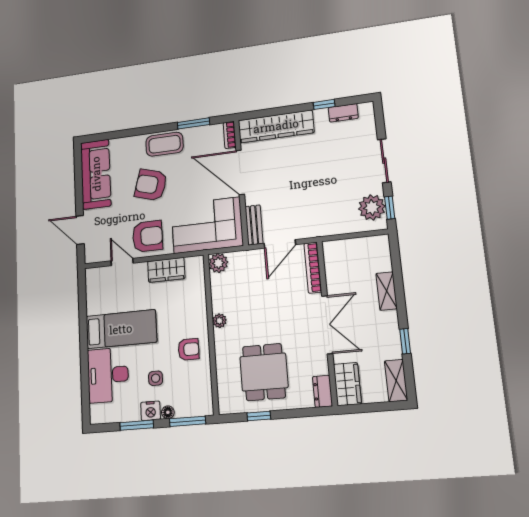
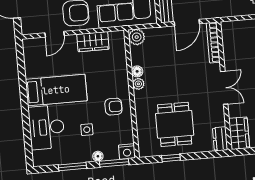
door: (122, 262) -> (55, 34), swing flipped
floor lamp: (218, 305) -> (137, 71), added
double door: (327, 325) -> (224, 88), width x0.73
nightstand: (151, 411) -> (127, 152), moved

